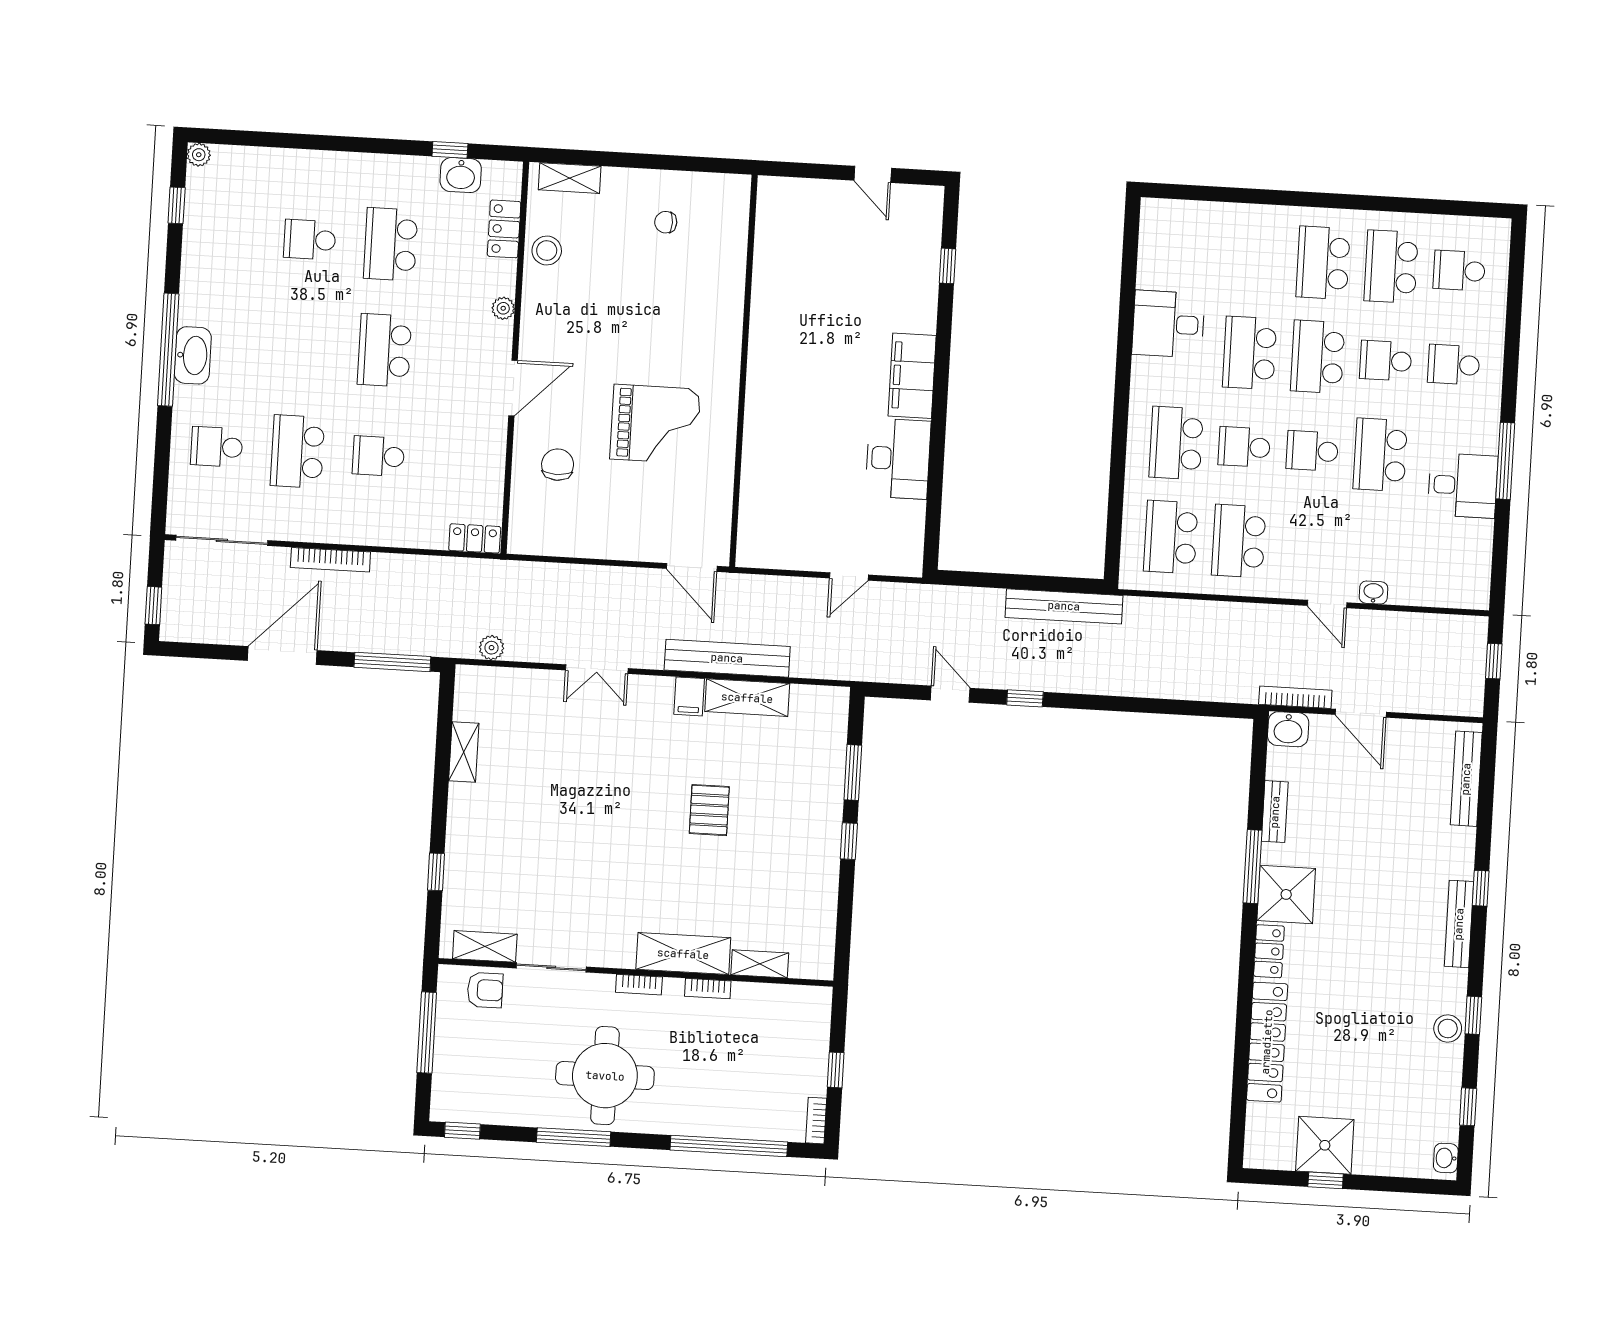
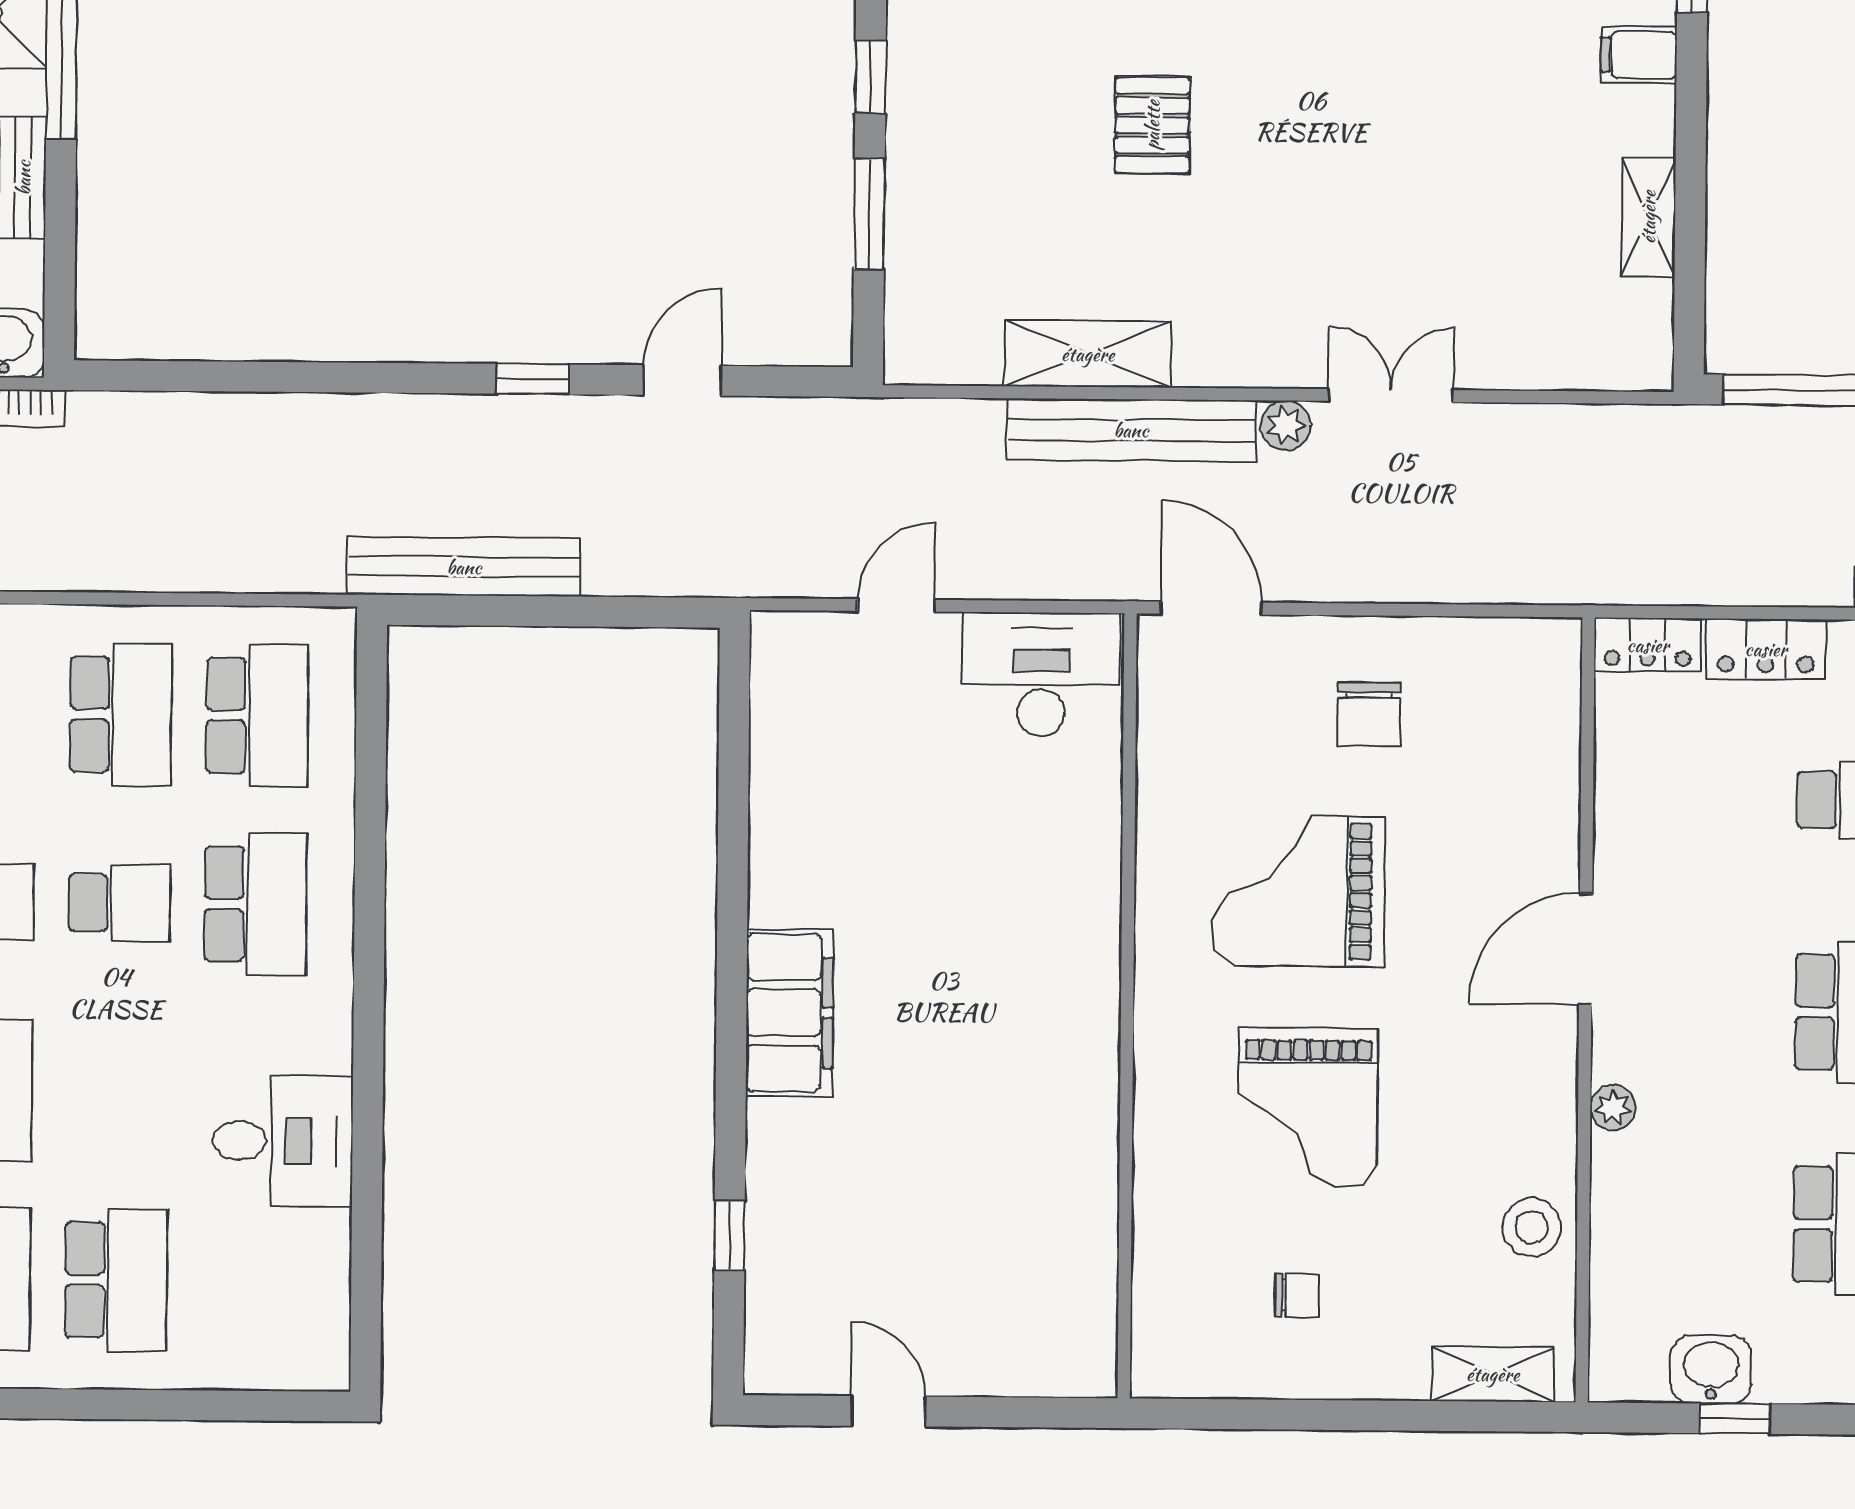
locker: (504, 229) -> (1766, 649), moved, turned 90
grand piano: (656, 316) -> (1308, 1108), added
school desk: (1250, 353) -> (116, 1280), moved
desk: (898, 459) -> (1041, 674), moved, turned 90
chair: (558, 465) -> (1369, 714), moved
plant: (492, 648) -> (1286, 426), moved
door: (950, 694) -> (682, 380), swing flipped
filing cabinet: (689, 696) -> (1639, 55), moved, turned -90

